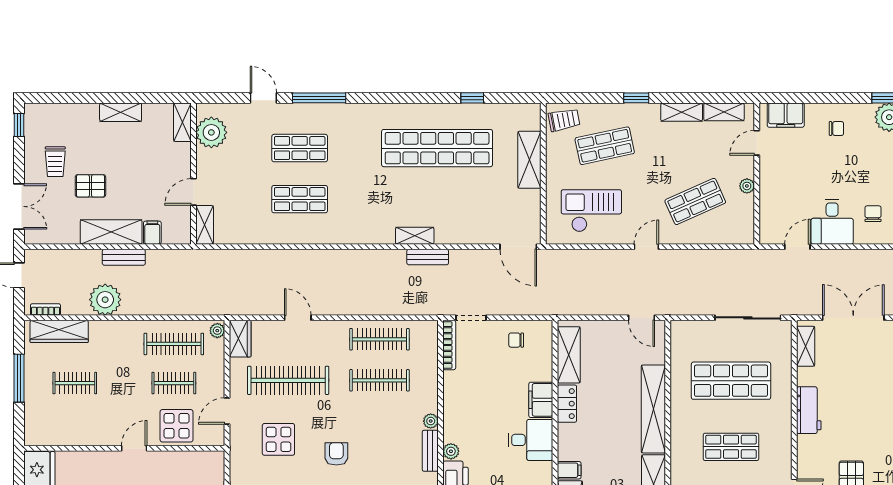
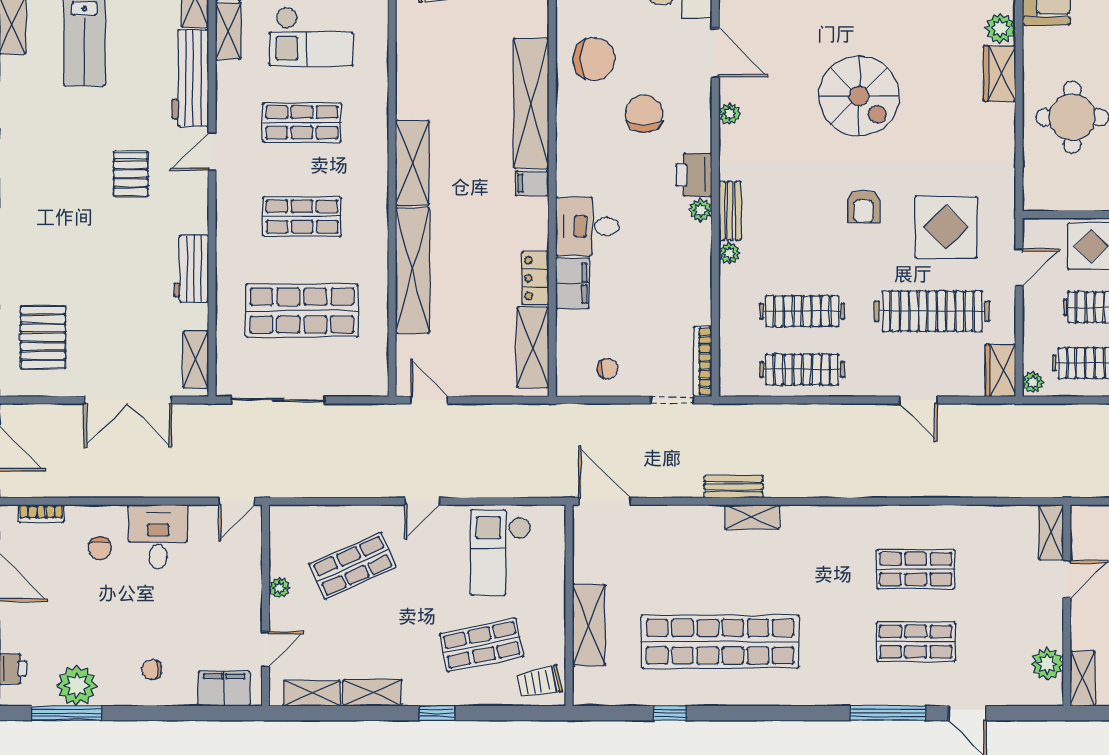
plant: (211, 132) -> (1047, 664), width x0.73, depth x0.73
checkout: (591, 211) -> (501, 553), turned 90
door: (797, 247) -> (237, 501), moved
display table: (278, 439) -> (946, 227), width x1.36, depth x1.36

